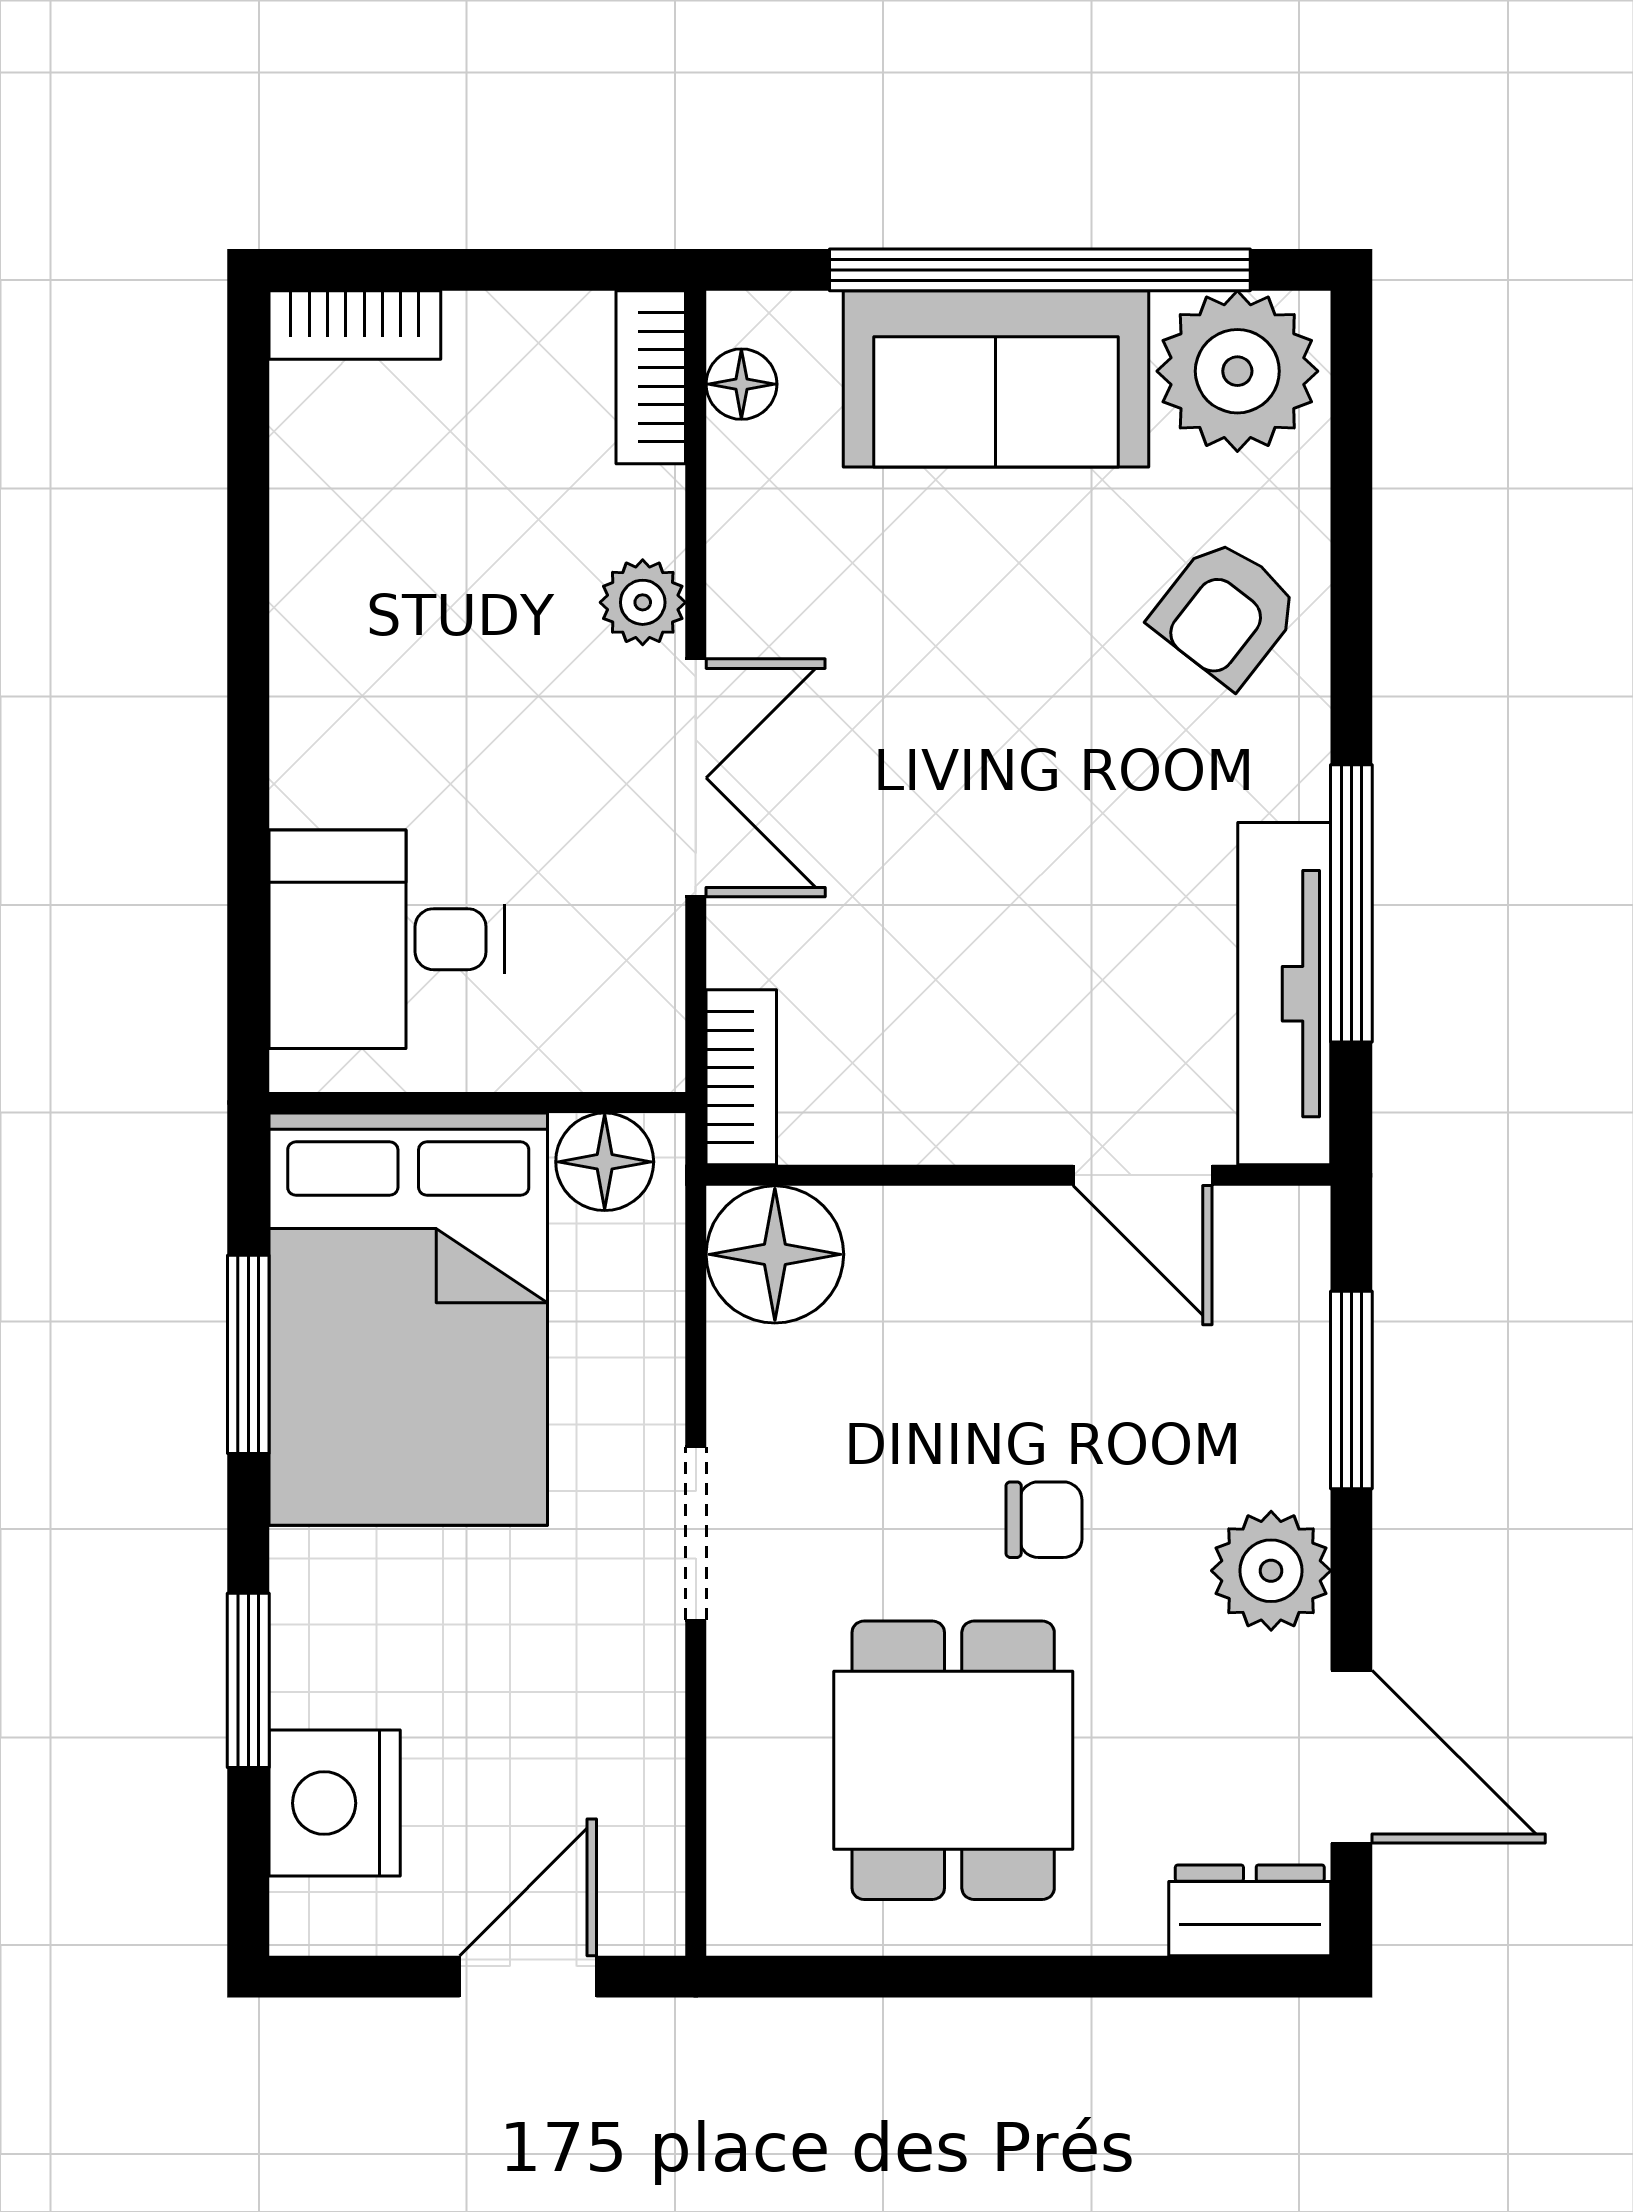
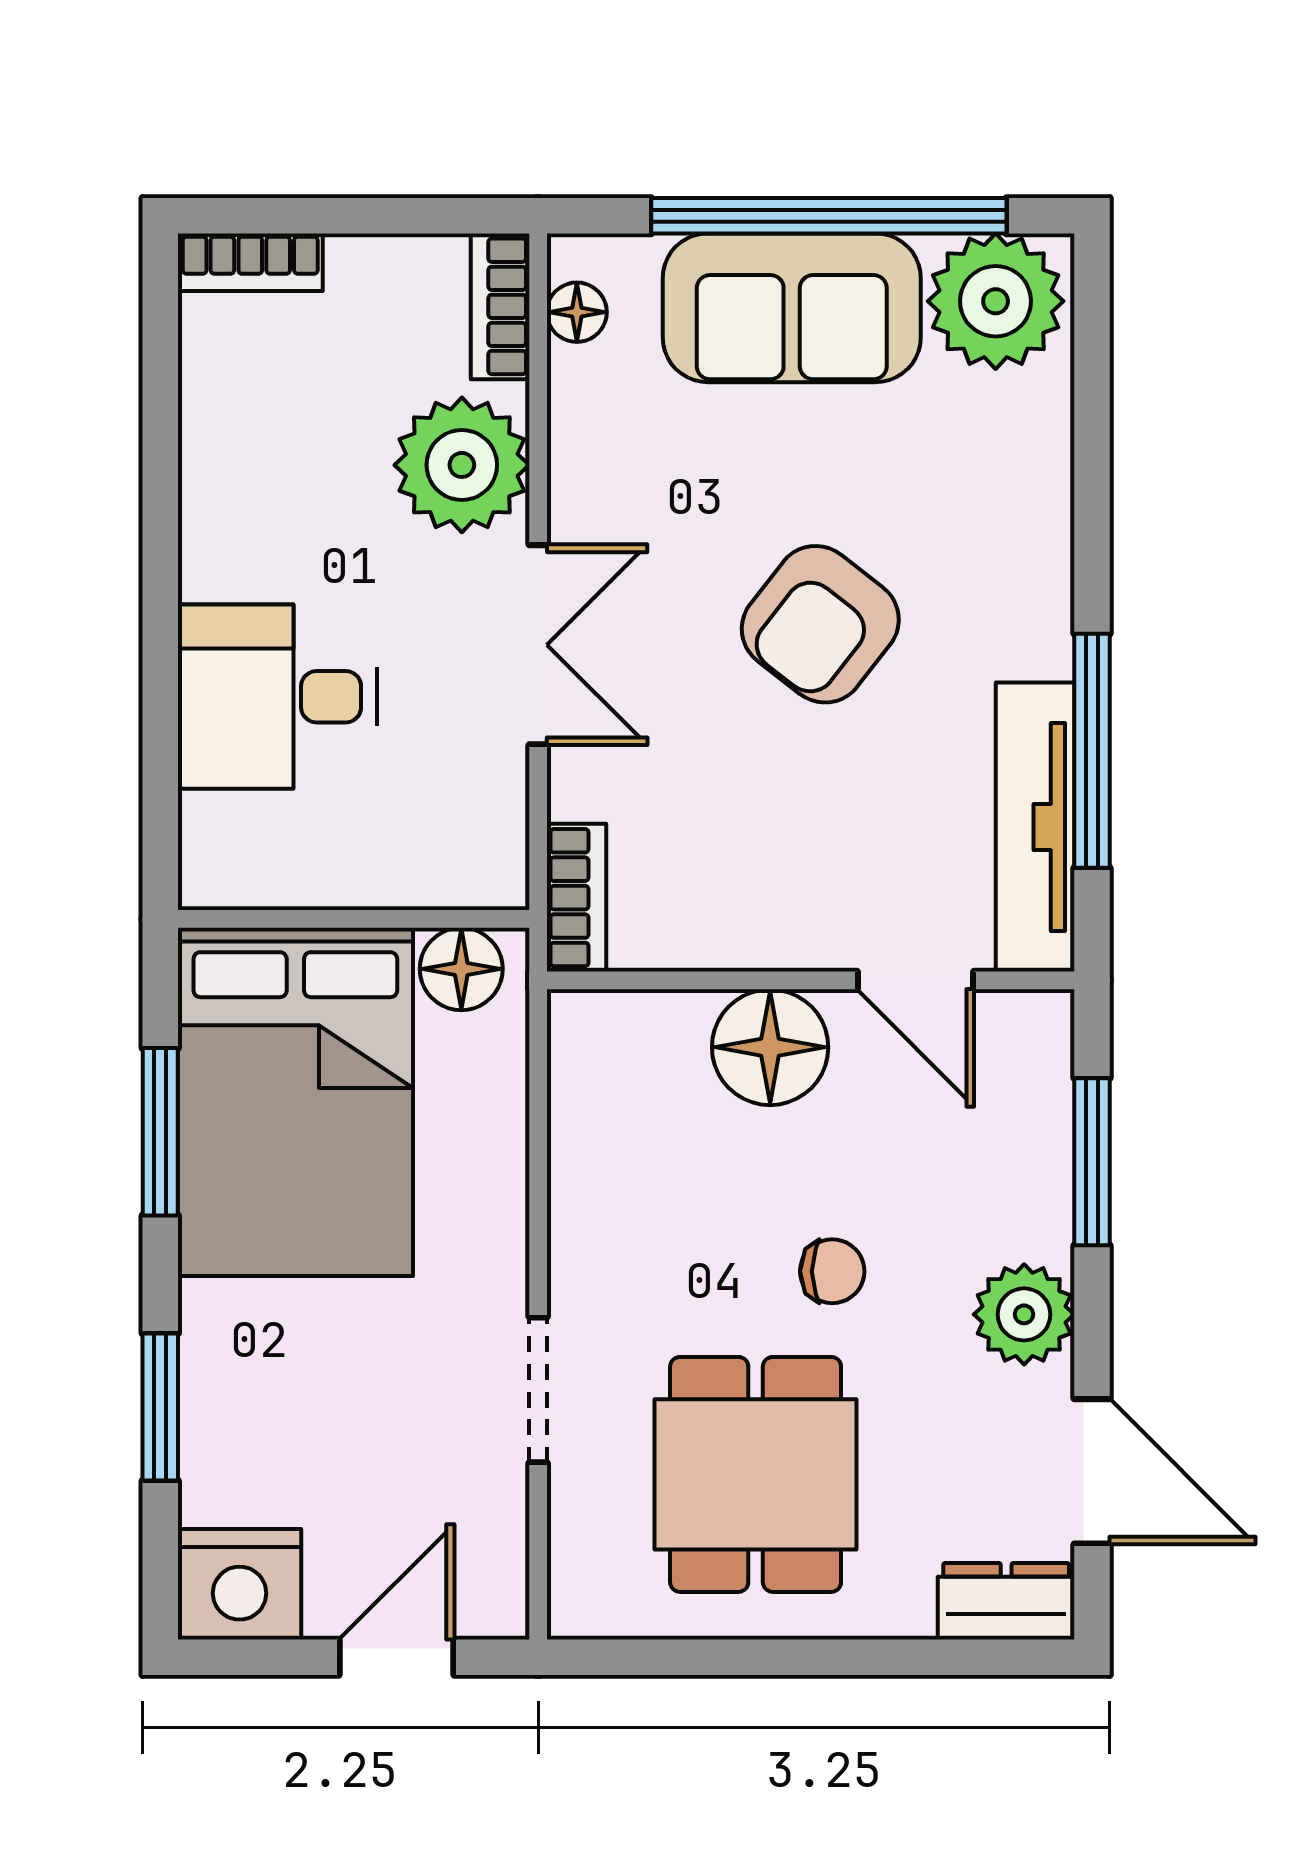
plant: (643, 602) -> (462, 465), width x1.88, depth x1.88
armchair: (1226, 612) -> (820, 624), moved, width x1.38, depth x1.38
desk: (387, 939) -> (277, 697), moved
floor lamp: (775, 1254) -> (770, 1047), moved
doorway: (696, 1534) -> (538, 1390), moved
nightstand: (335, 1803) -> (240, 1584), moved, turned -90

